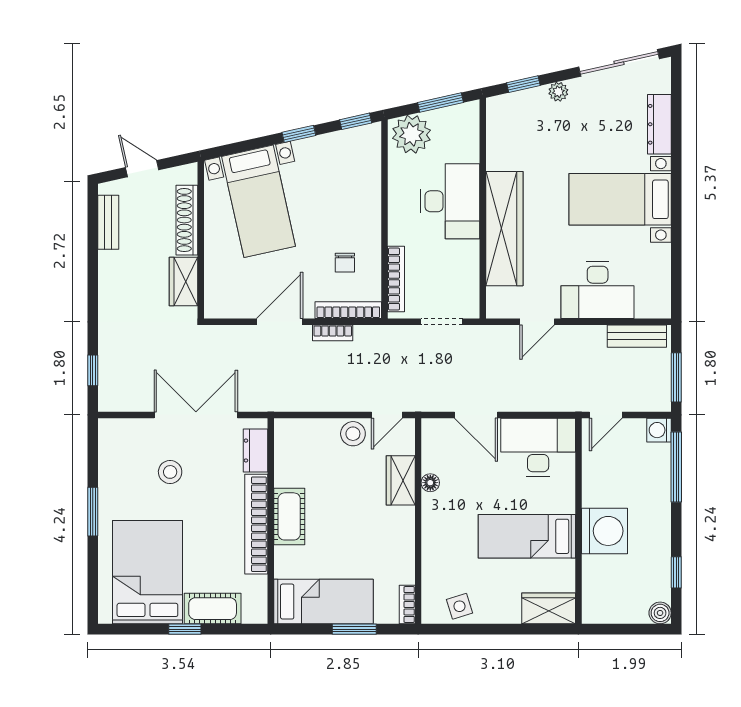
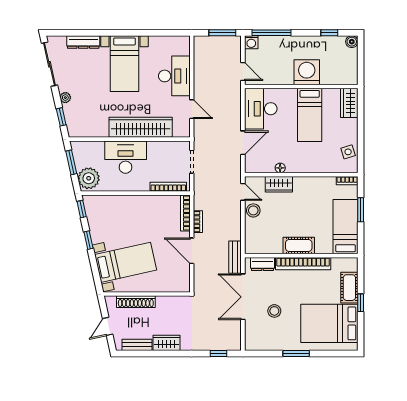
chair: (345, 263) -> (159, 215), removed
wardrobe: (184, 282) -> (166, 343), moved, turned 180
bench: (637, 336) -> (235, 257), moved

